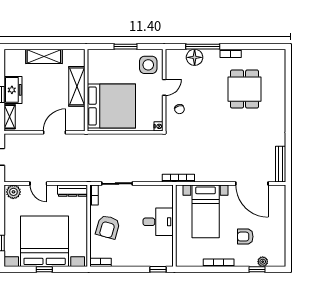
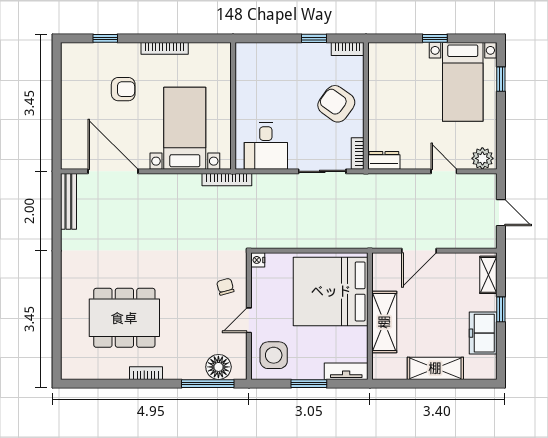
window: (203, 47) -> (208, 384), moved
tv unit: (101, 55) -> (346, 371), added
floor lamp: (195, 57) -> (218, 367), moved
dining table: (245, 89) -> (124, 318), width x1.38
freezer: (13, 90) -> (483, 333), moved
dresser: (73, 191) -> (384, 160), width x0.70
desk: (158, 222) -> (266, 146), moved, turned -90
armchair: (108, 227) -> (336, 104), turned -70
bed with nightstands: (45, 241) -> (463, 82), width x0.54
plant: (263, 262) -> (96, 50), removed
window: (158, 269) -> (314, 38), moved

